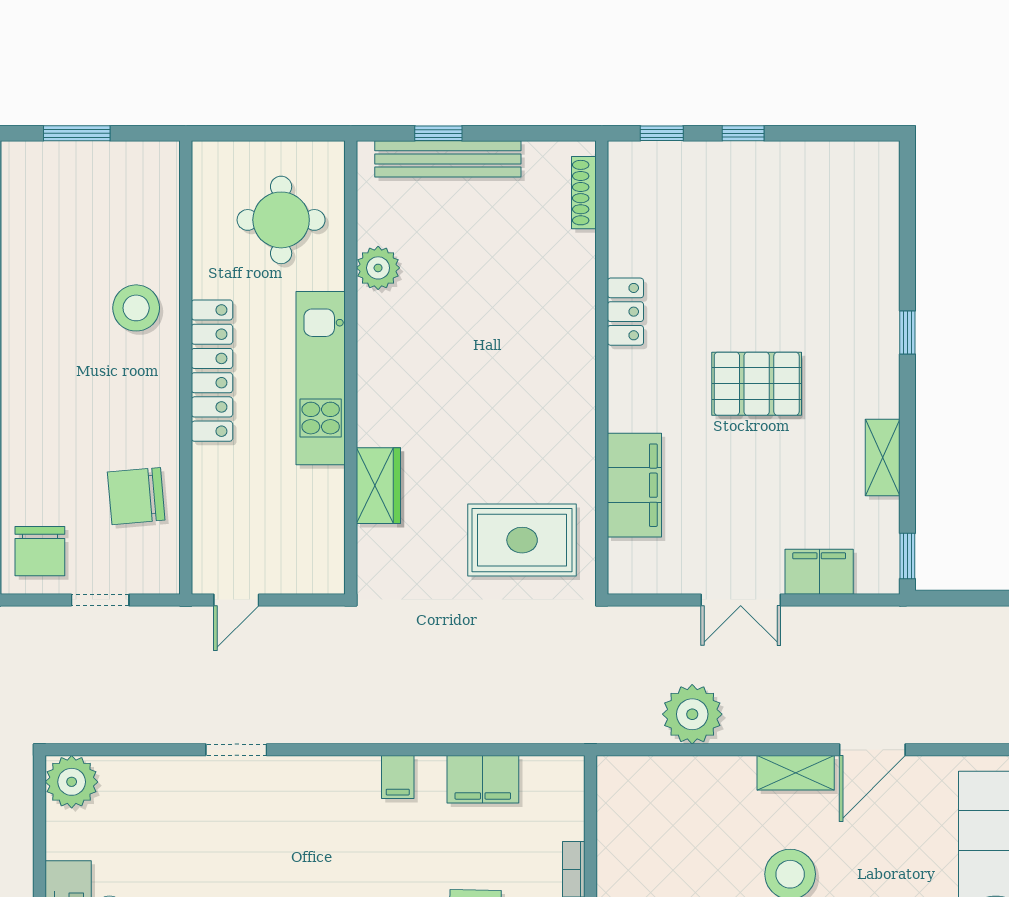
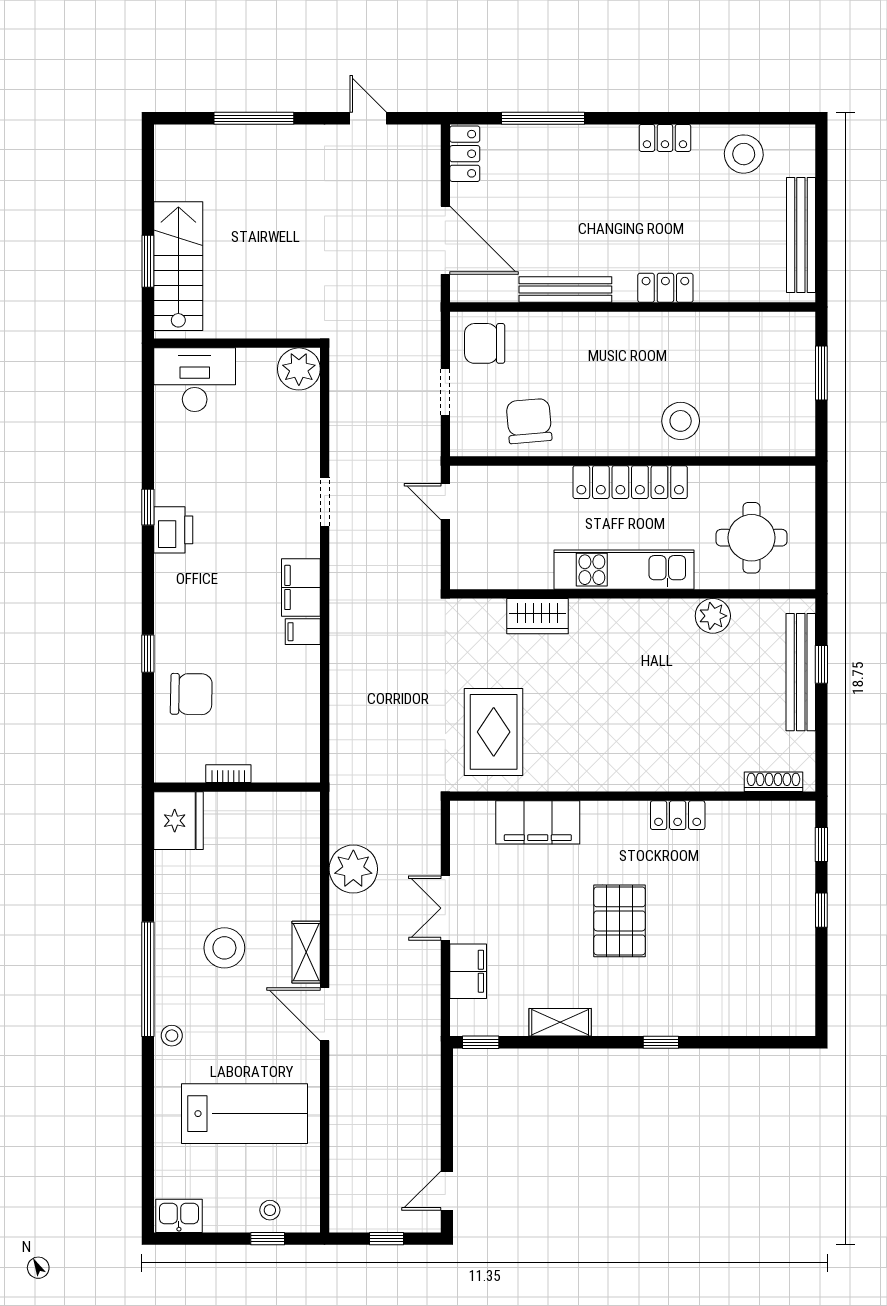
filing cabinet: (483, 779) -> (301, 587), moved

